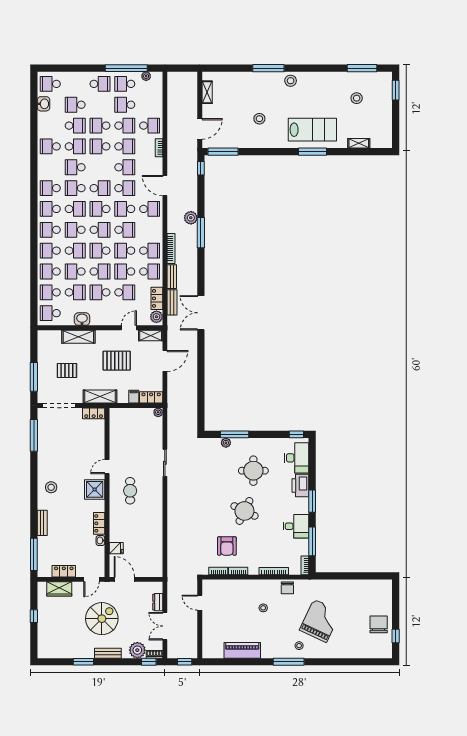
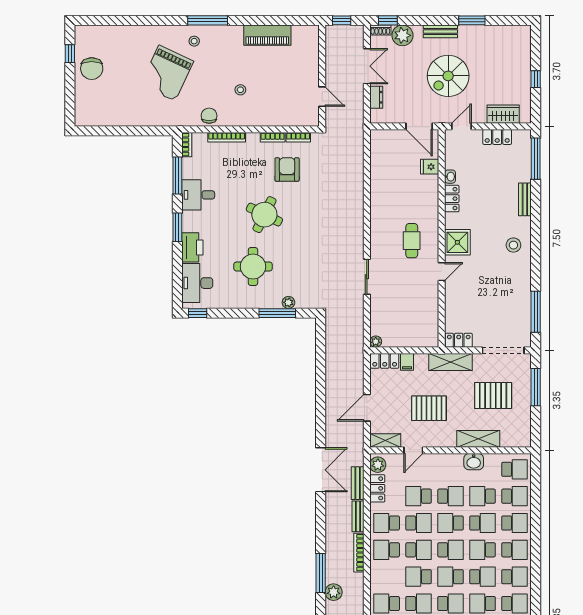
pallet: (67, 370) -> (493, 396), width x1.50, depth x1.42

